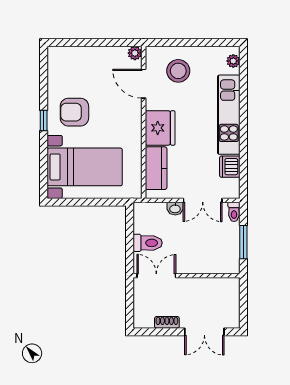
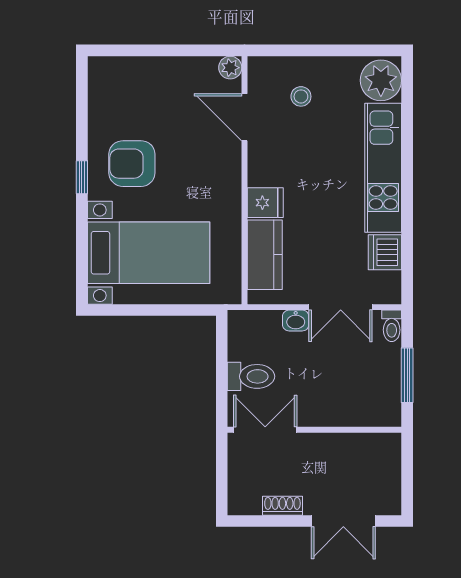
plant: (233, 61) -> (381, 80), width x1.88, depth x1.88
stool: (178, 71) -> (301, 96), width x0.53, depth x0.53
fridge: (160, 128) -> (265, 203), width x0.53, depth x0.75

